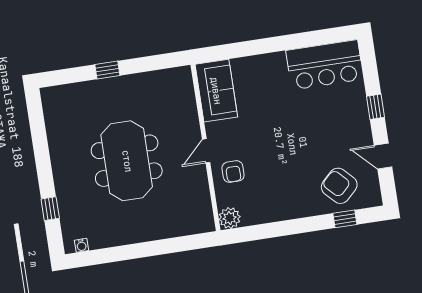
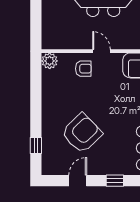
armchair: (233, 172) -> (83, 69), turned 180
armchair: (339, 186) -> (82, 133), moved, width x1.36, depth x1.36

